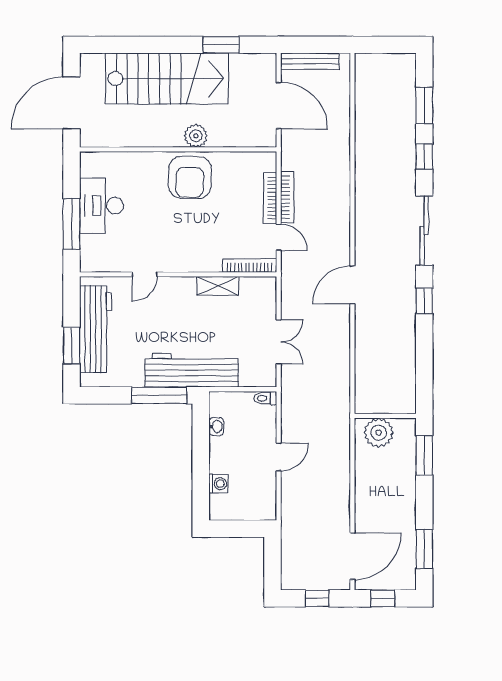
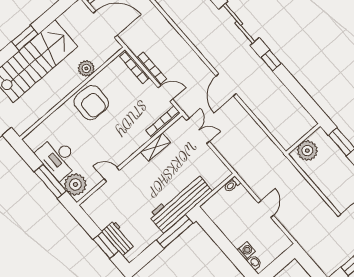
window: (221, 45) -> (25, 38), moved
plant: (196, 136) -> (86, 68), moved
bookcase: (270, 198) -> (134, 67), moved
plant: (96, 251) -> (75, 184), added
door: (145, 274) -> (112, 174), swing flipped
workbench: (96, 329) -> (118, 238), width x0.53, depth x0.76
double door: (279, 342) -> (198, 131), moved
washbasin: (216, 427) -> (254, 262), moved

